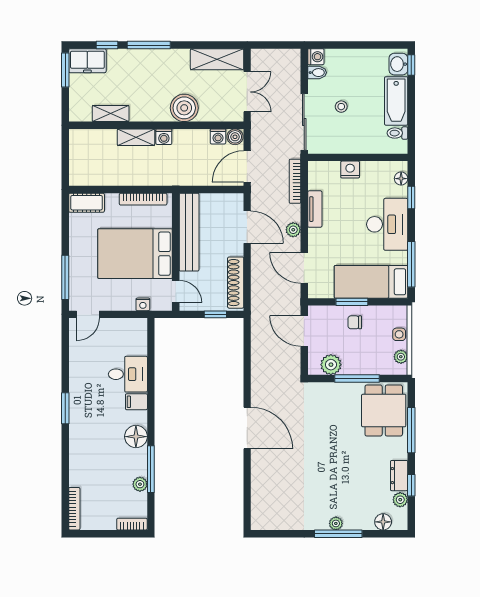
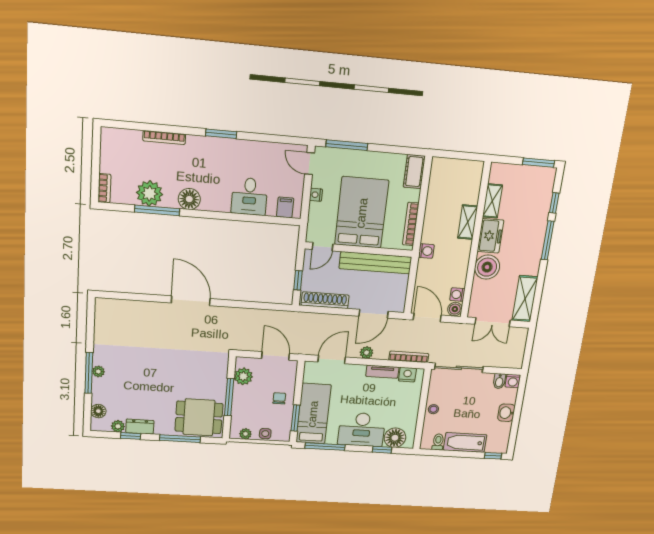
freezer: (87, 61) -> (490, 236), moved, turned 180
washbasin: (398, 64) -> (506, 413), moved, turned -90
stool: (341, 107) -> (433, 409), moved
washing machine: (164, 137) -> (426, 251), moved, turned 180
nightstand: (350, 170) -> (407, 375), moved, turned -90
floor lamp: (401, 179) -> (395, 438), width x1.89, depth x1.89
window: (352, 302) -> (295, 418), moved
nightstand: (143, 304) -> (316, 195), moved
door: (304, 331) -> (276, 356), hinge flipped
filing cabinet: (136, 402) -> (285, 207), moved
door: (247, 428) -> (191, 301), swing flipped
plant: (140, 484) -> (150, 193), width x1.88, depth x1.88
bookcase: (74, 509) -> (164, 137), moved

